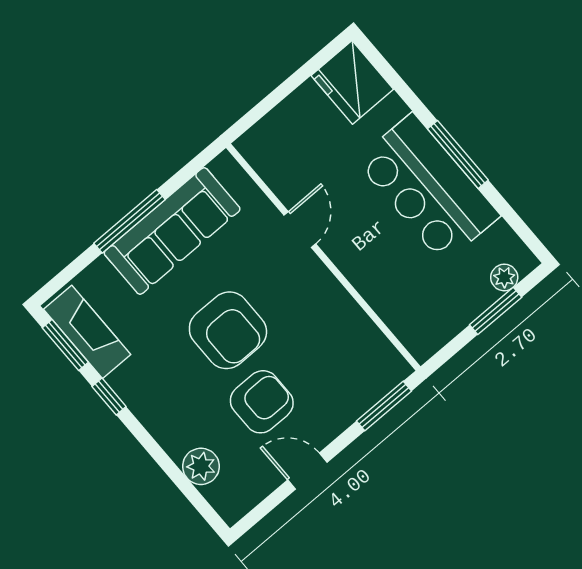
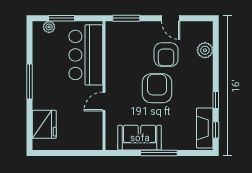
fridge: (352, 82) -> (44, 124), moved
bar counter: (428, 188) -> (86, 55), moved, turned 180
sofa: (172, 231) -> (140, 138), width x0.73
window: (65, 345) -> (216, 130), width x0.67
armchair: (262, 402) -> (166, 55), turned -90

